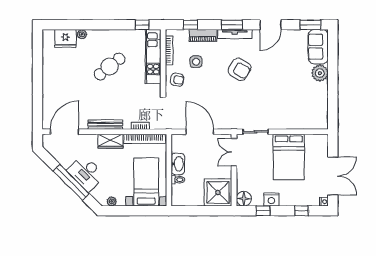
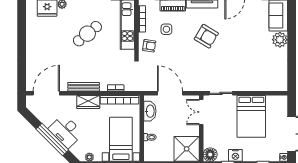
washbasin: (178, 164) -> (150, 111), moved

